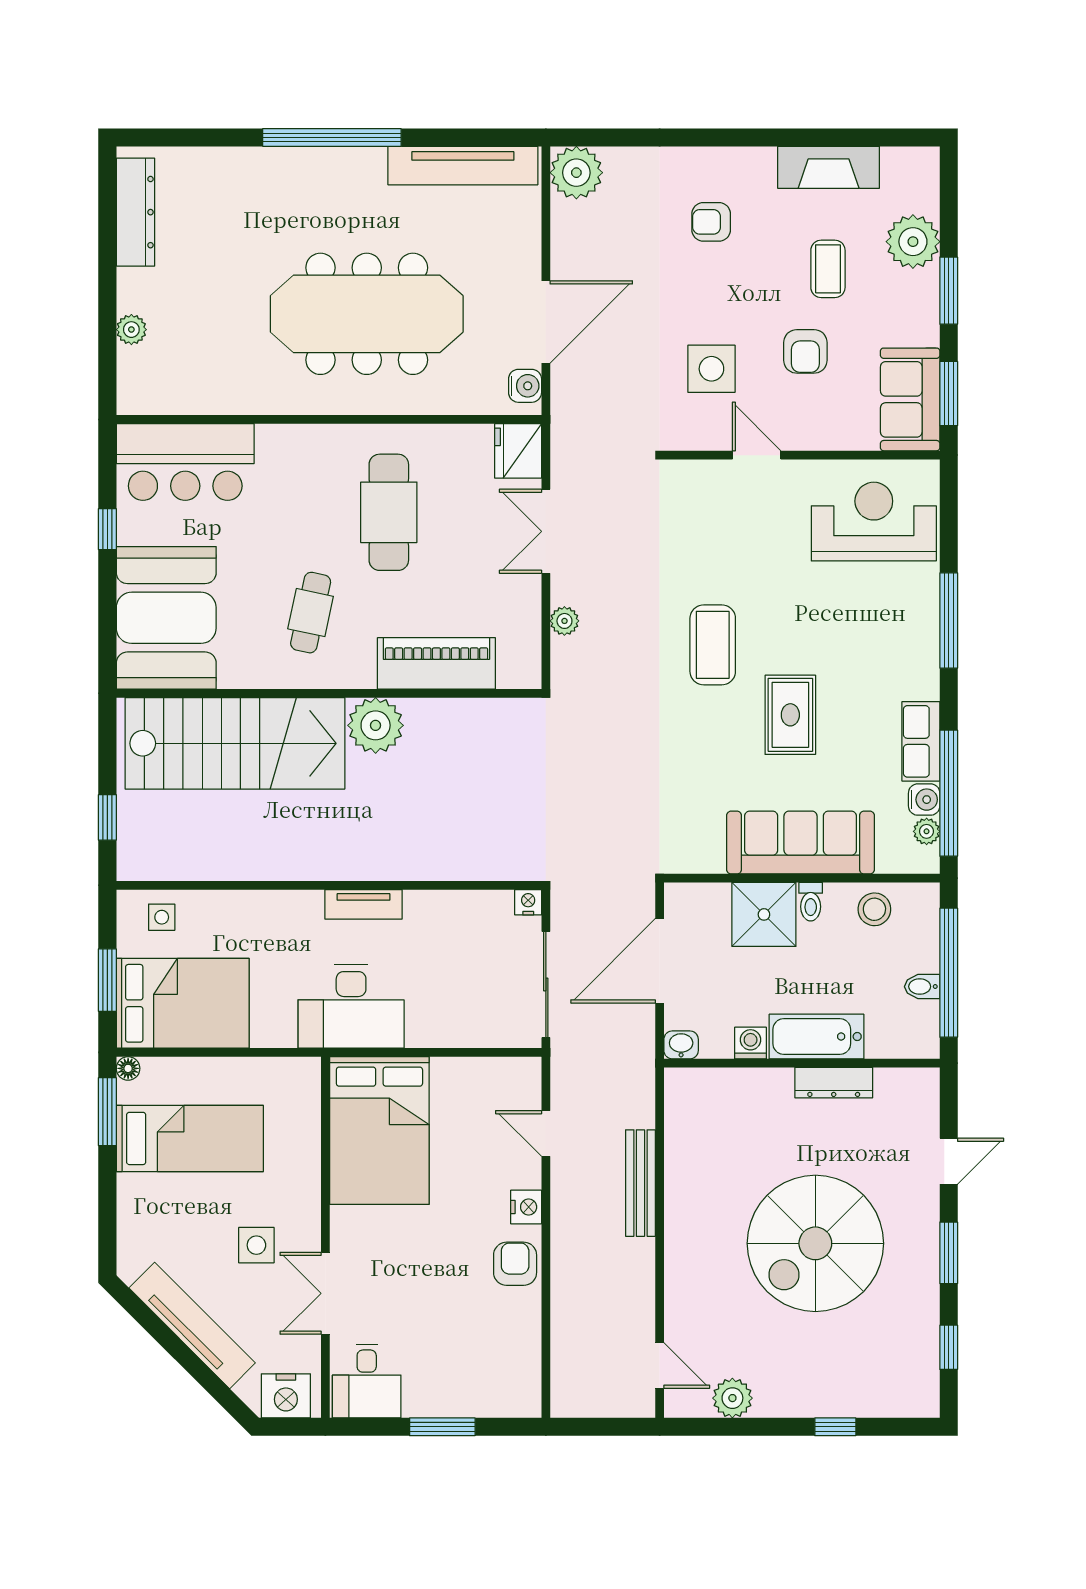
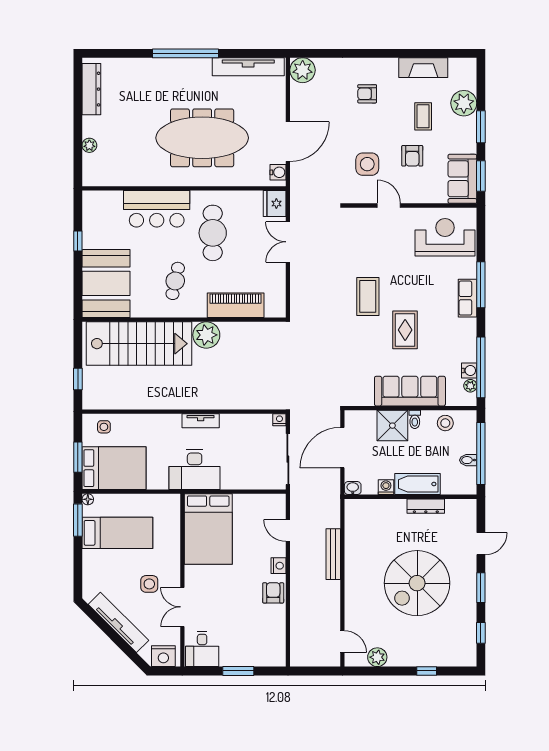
bar counter: (185, 462) -> (157, 209), moved
plant: (564, 621) -> (297, 285), removed
row of seats: (921, 741) -> (468, 298), moved

